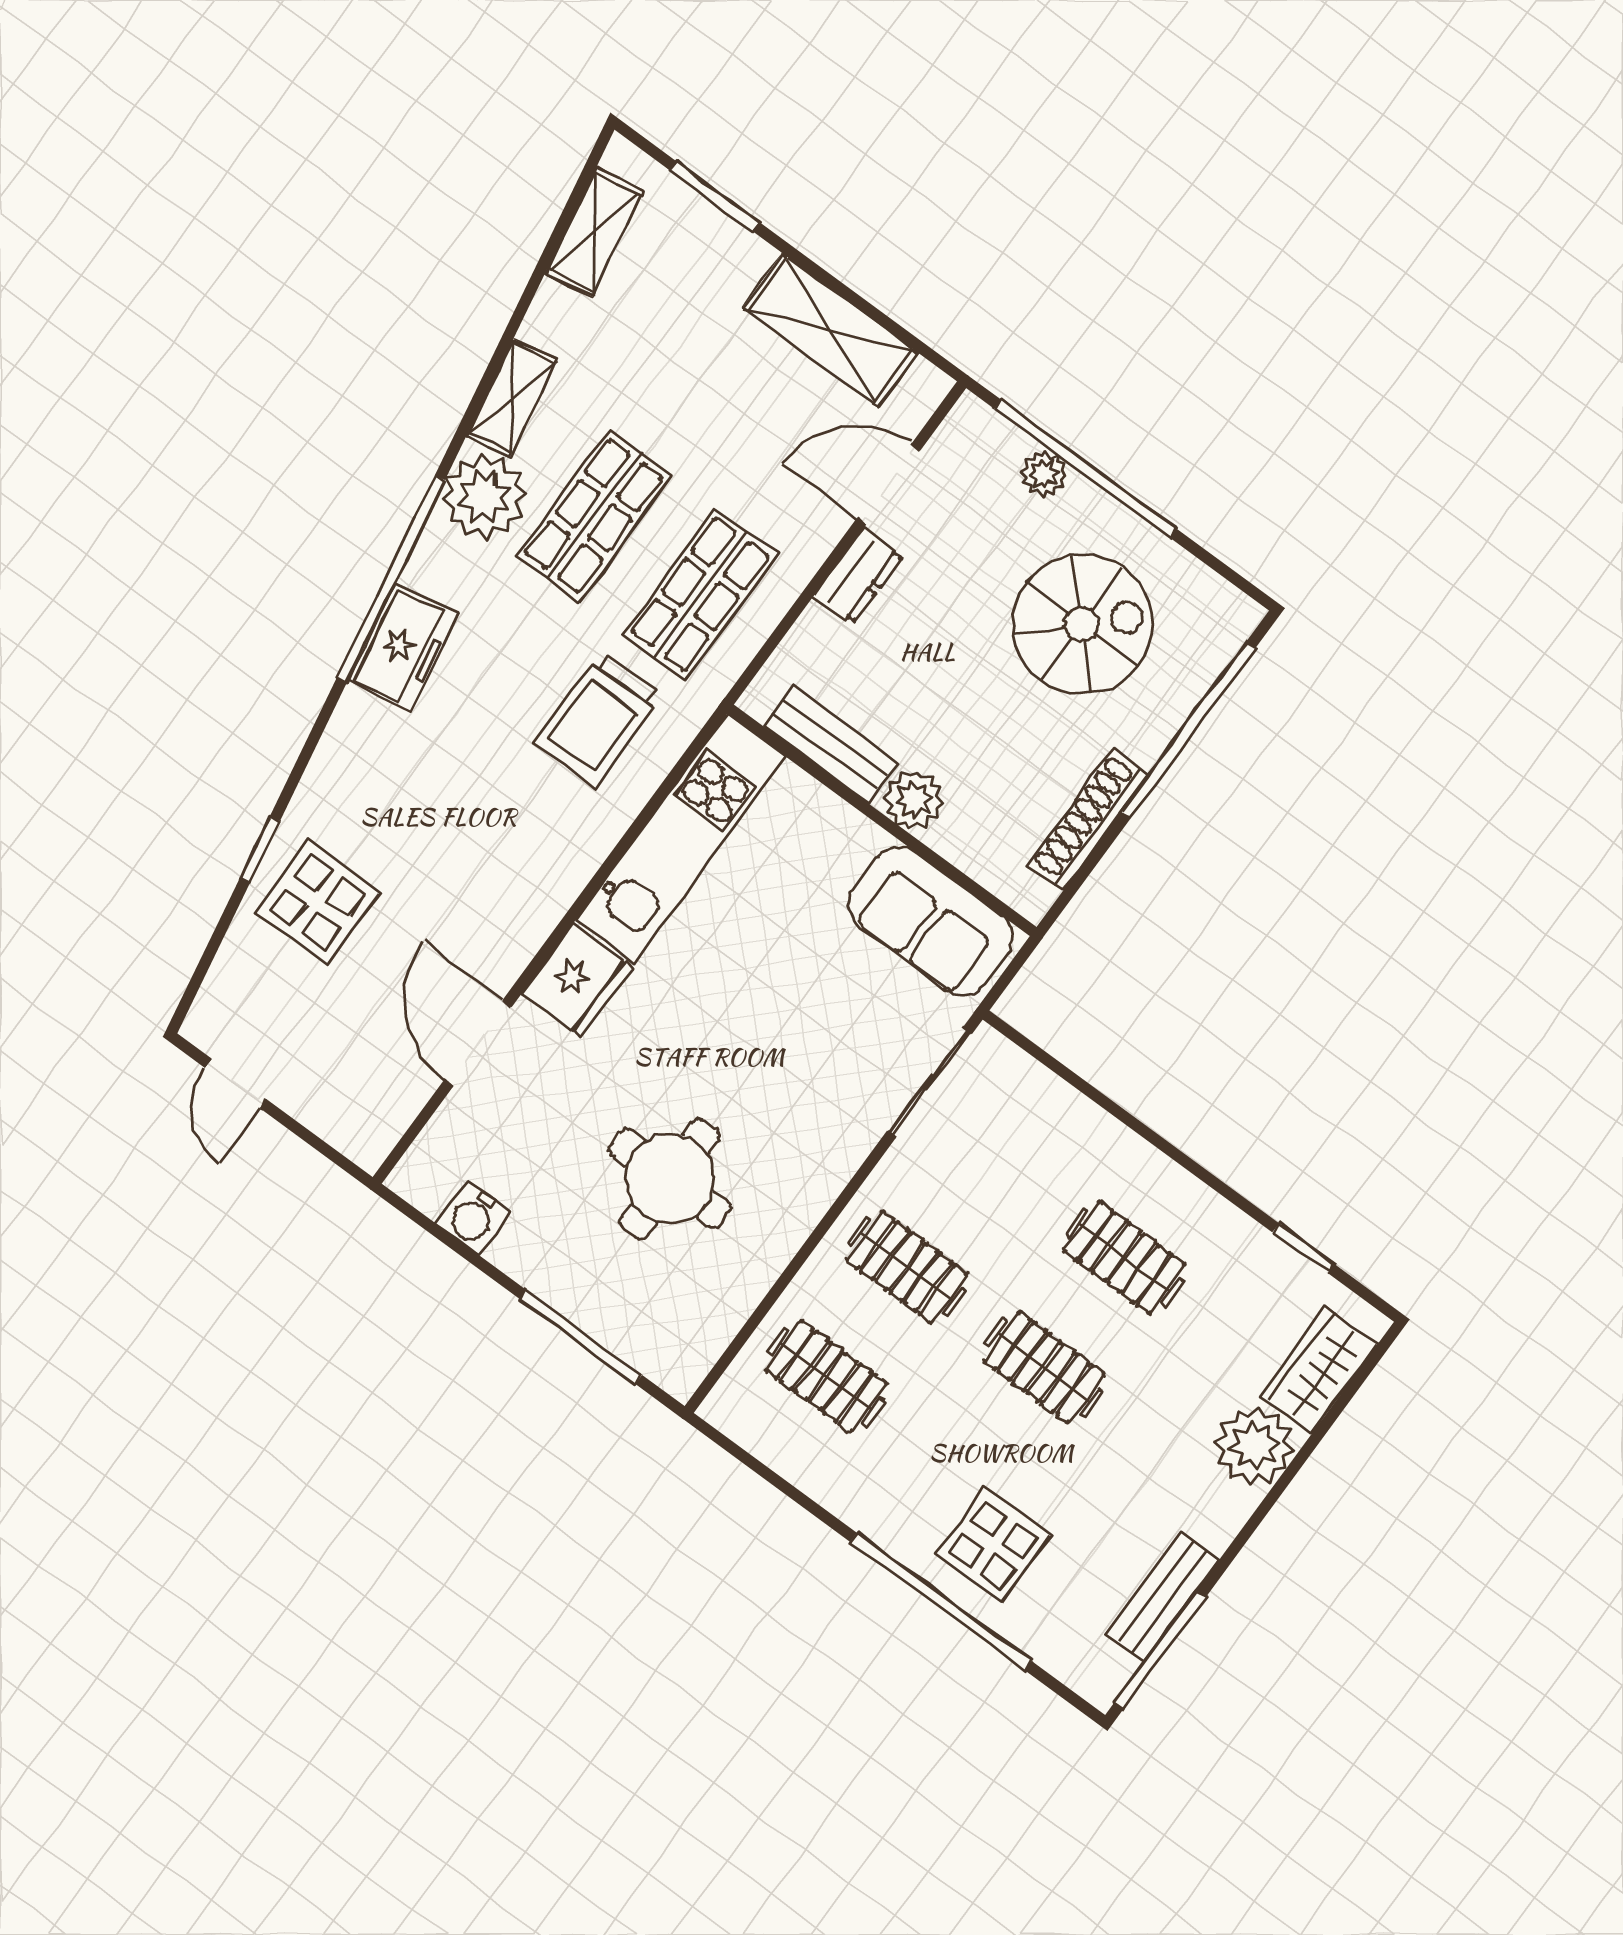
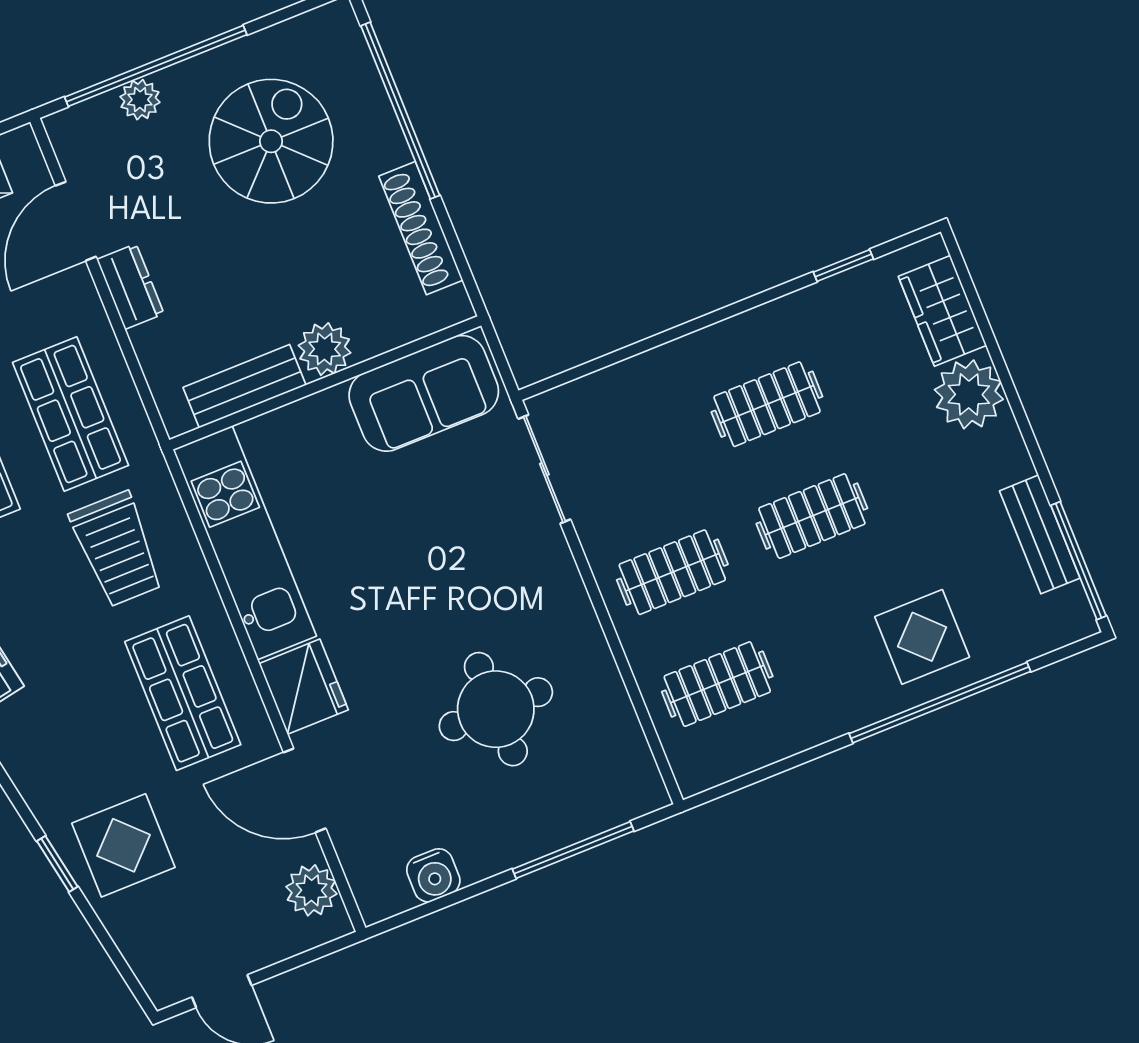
shop shelf: (499, 868) -> (183, 693), added
plant: (386, 1109) -> (311, 890), added

